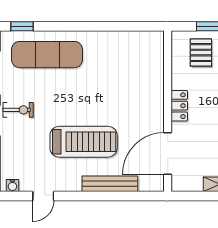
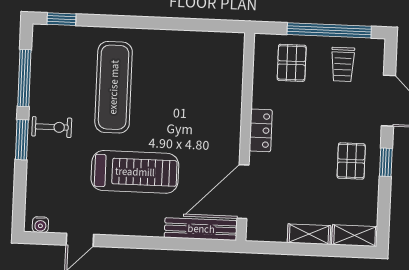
exercise mat: (47, 55) -> (114, 87), moved, turned 90
bench: (110, 184) -> (201, 229), moved

